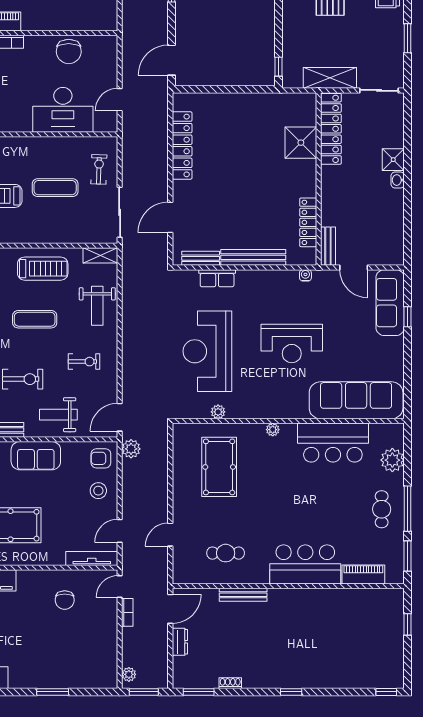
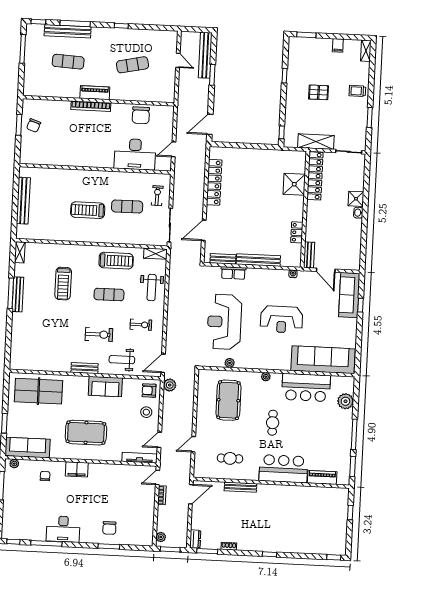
locker: (308, 222) -> (297, 232), width x0.66
cafe table: (382, 509) -> (273, 423), moved
chair: (65, 600) -> (109, 528), moved
dresser: (180, 642) -> (195, 539), moved

